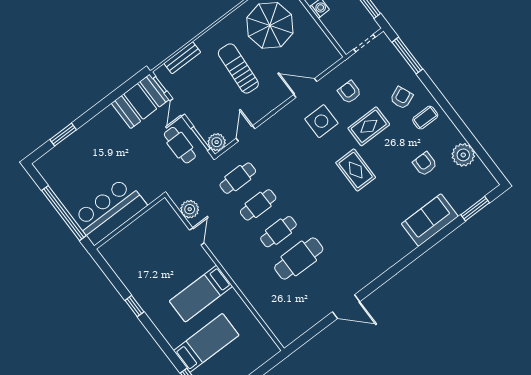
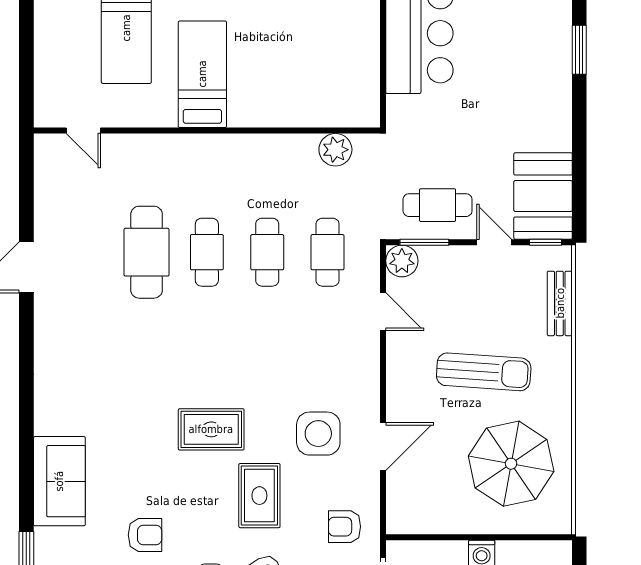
armchair: (349, 92) -> (345, 527), moved, turned 180
door: (197, 236) -> (83, 130), moved

